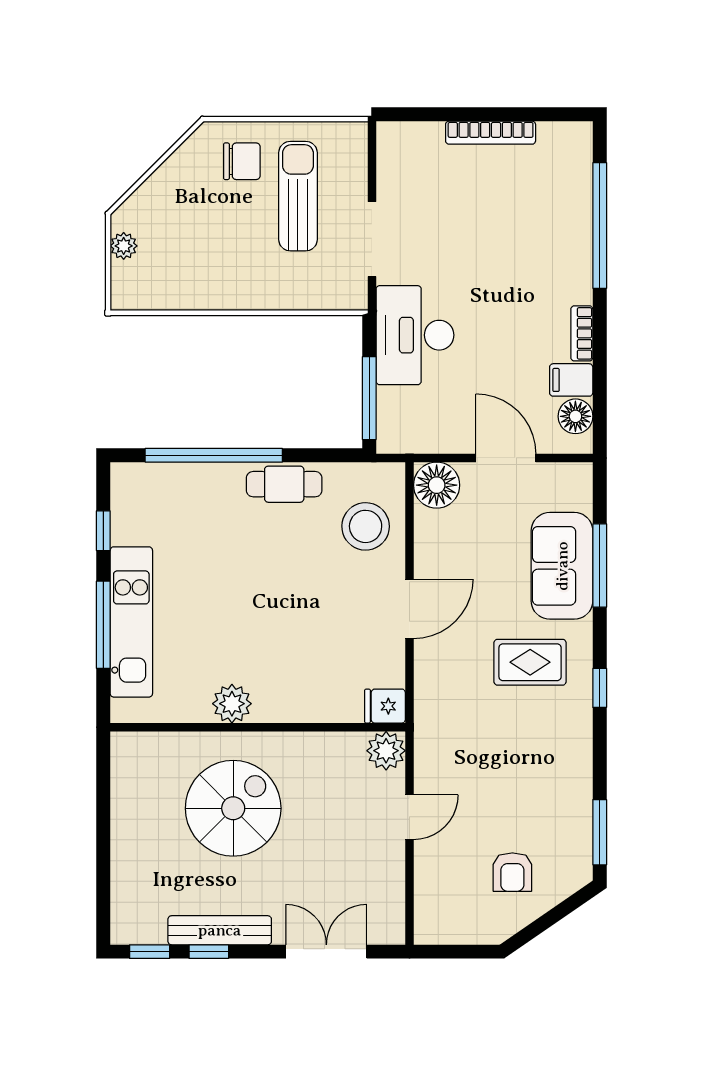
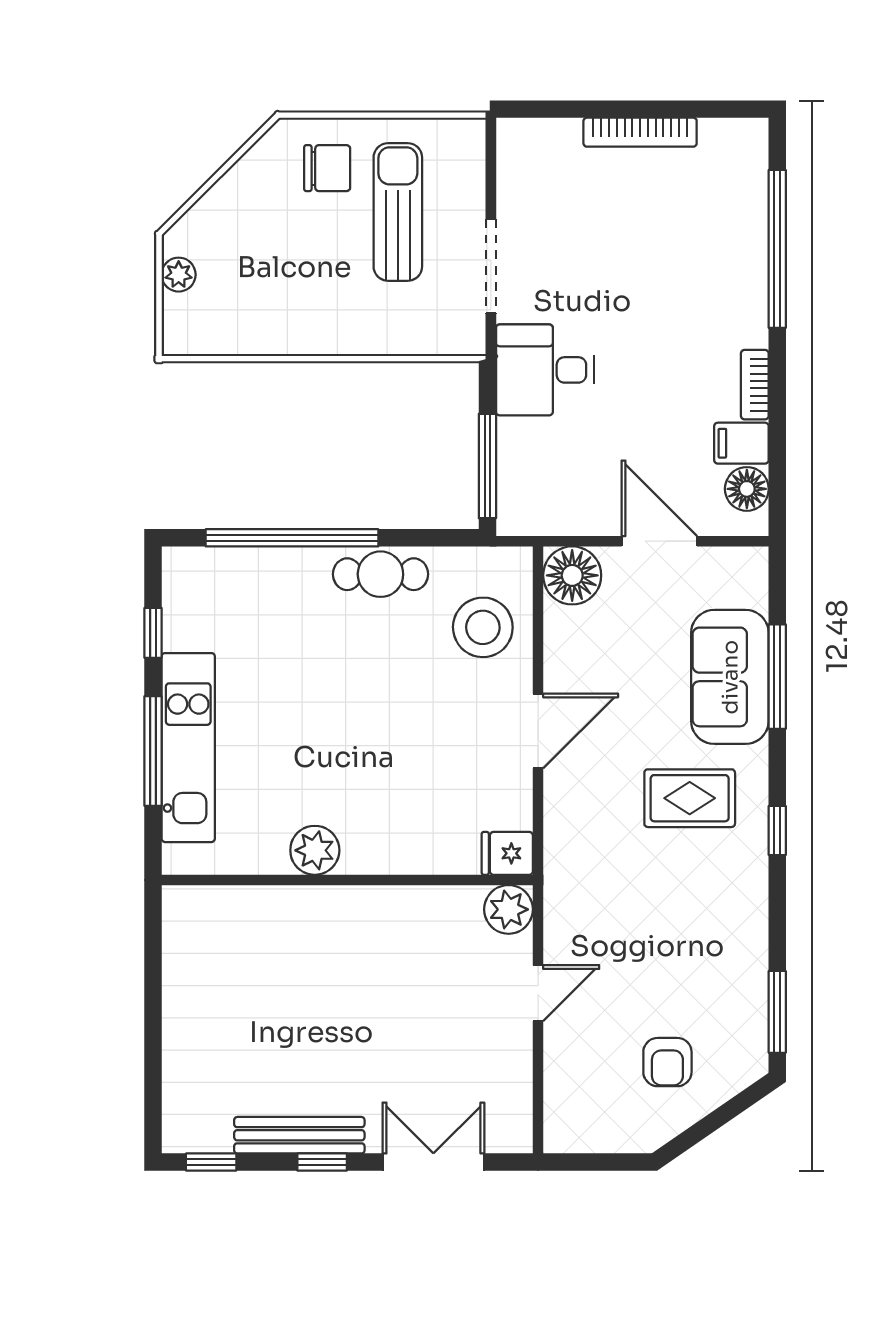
desk: (415, 335) -> (545, 370), width x0.73
spiral stairs: (233, 808) -> (316, 982), removed
window: (209, 952) -> (322, 1162), moved

